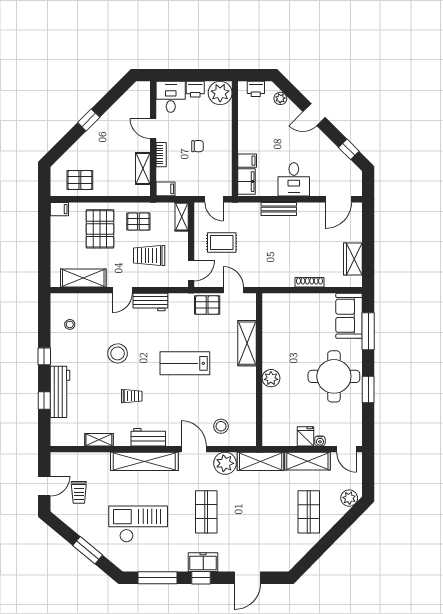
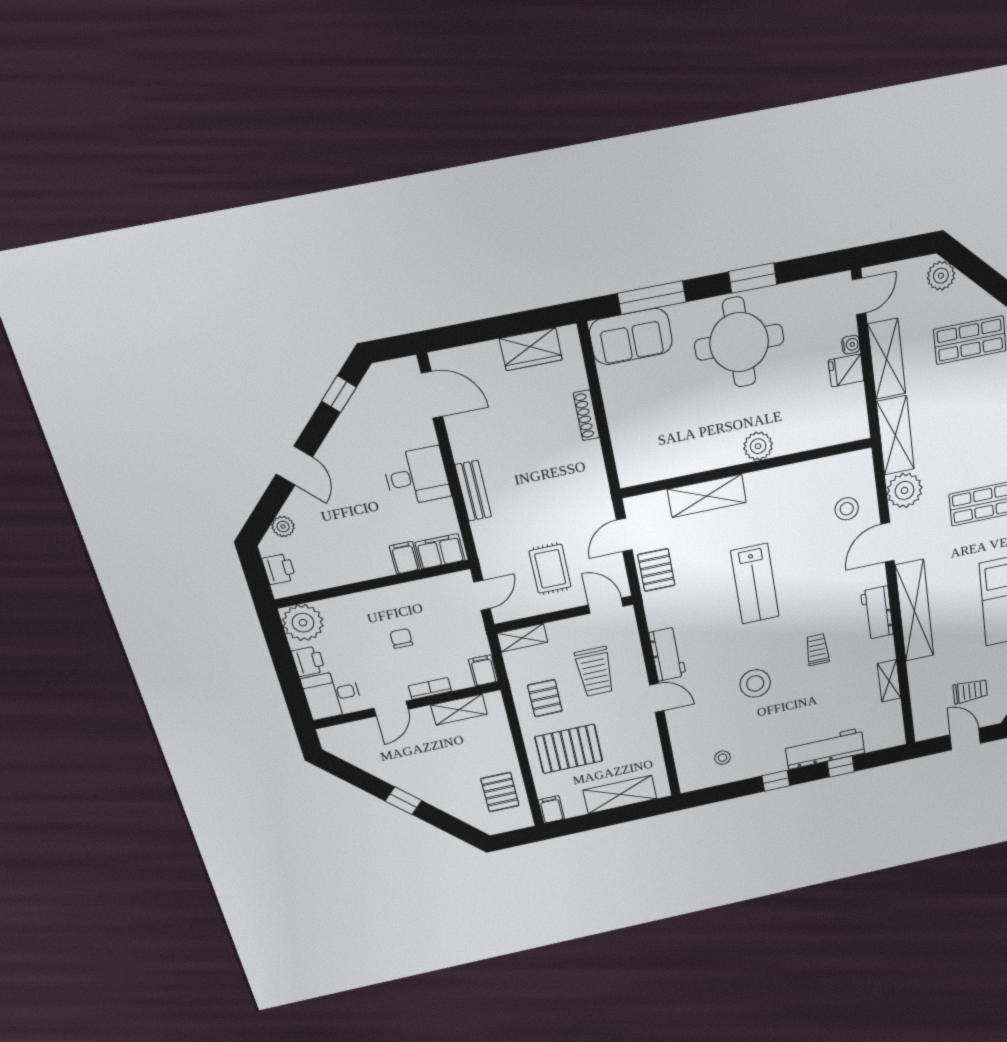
shelving: (83, 278) -> (620, 794), moved, turned 90

